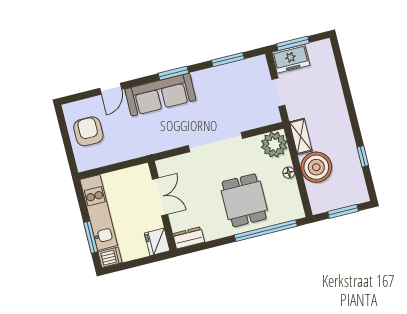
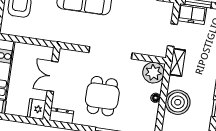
shelving: (301, 136) -> (177, 62), moved
double door: (160, 197) -> (53, 76), swing flipped
dining table: (244, 200) -> (102, 96), moved

